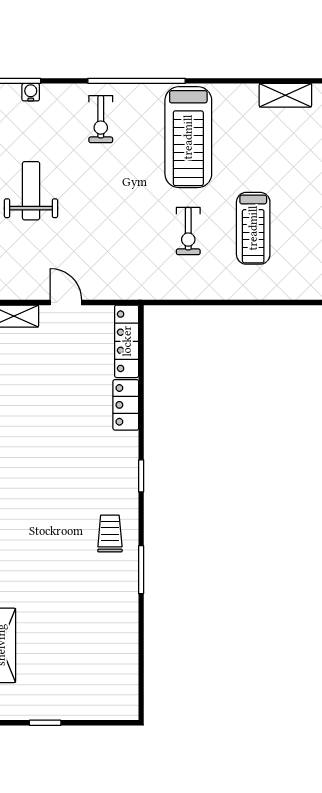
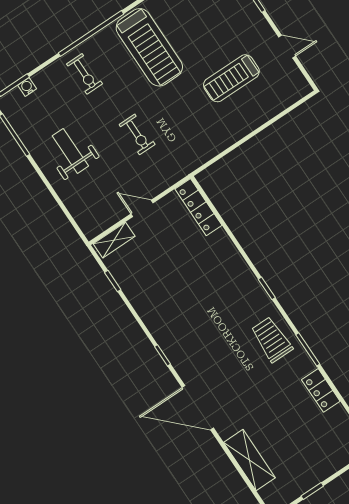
treadmill: (253, 228) -> (231, 78), turned 90
exercise bike: (188, 231) -> (137, 134), moved
locker: (126, 405) -> (321, 390), moved
trolley: (110, 534) -> (272, 340), width x1.36, depth x1.39

